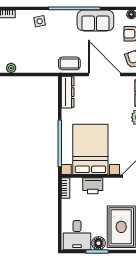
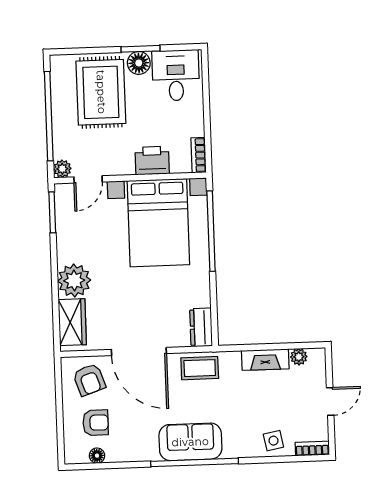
sofa: (95, 20) -> (190, 442), moved
side table: (40, 21) -> (273, 441), moved
fireplace: (31, 67) -> (265, 360), added
dresser: (68, 92) -> (201, 327), width x0.70

